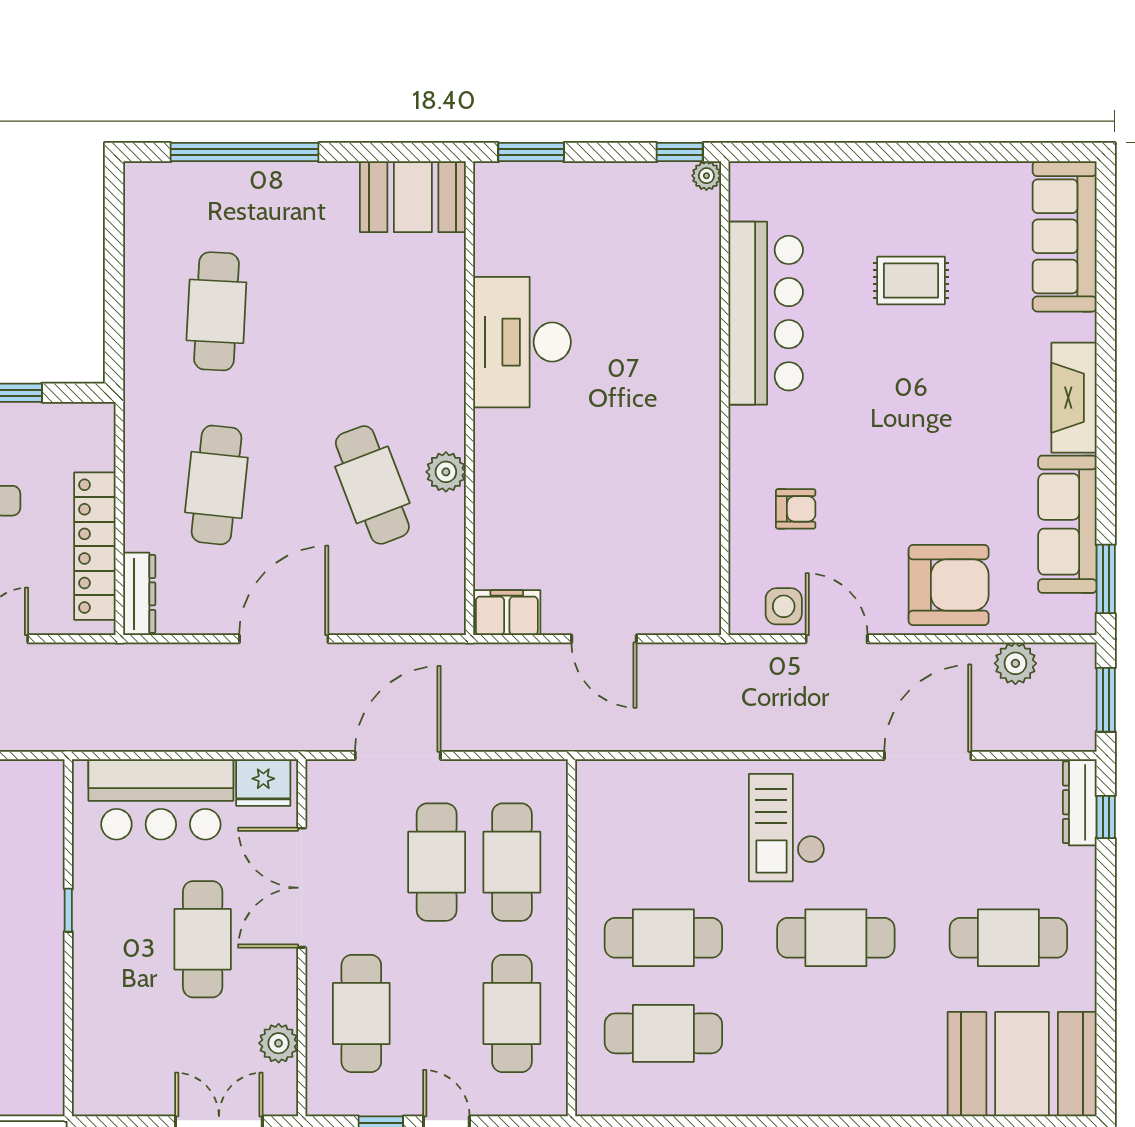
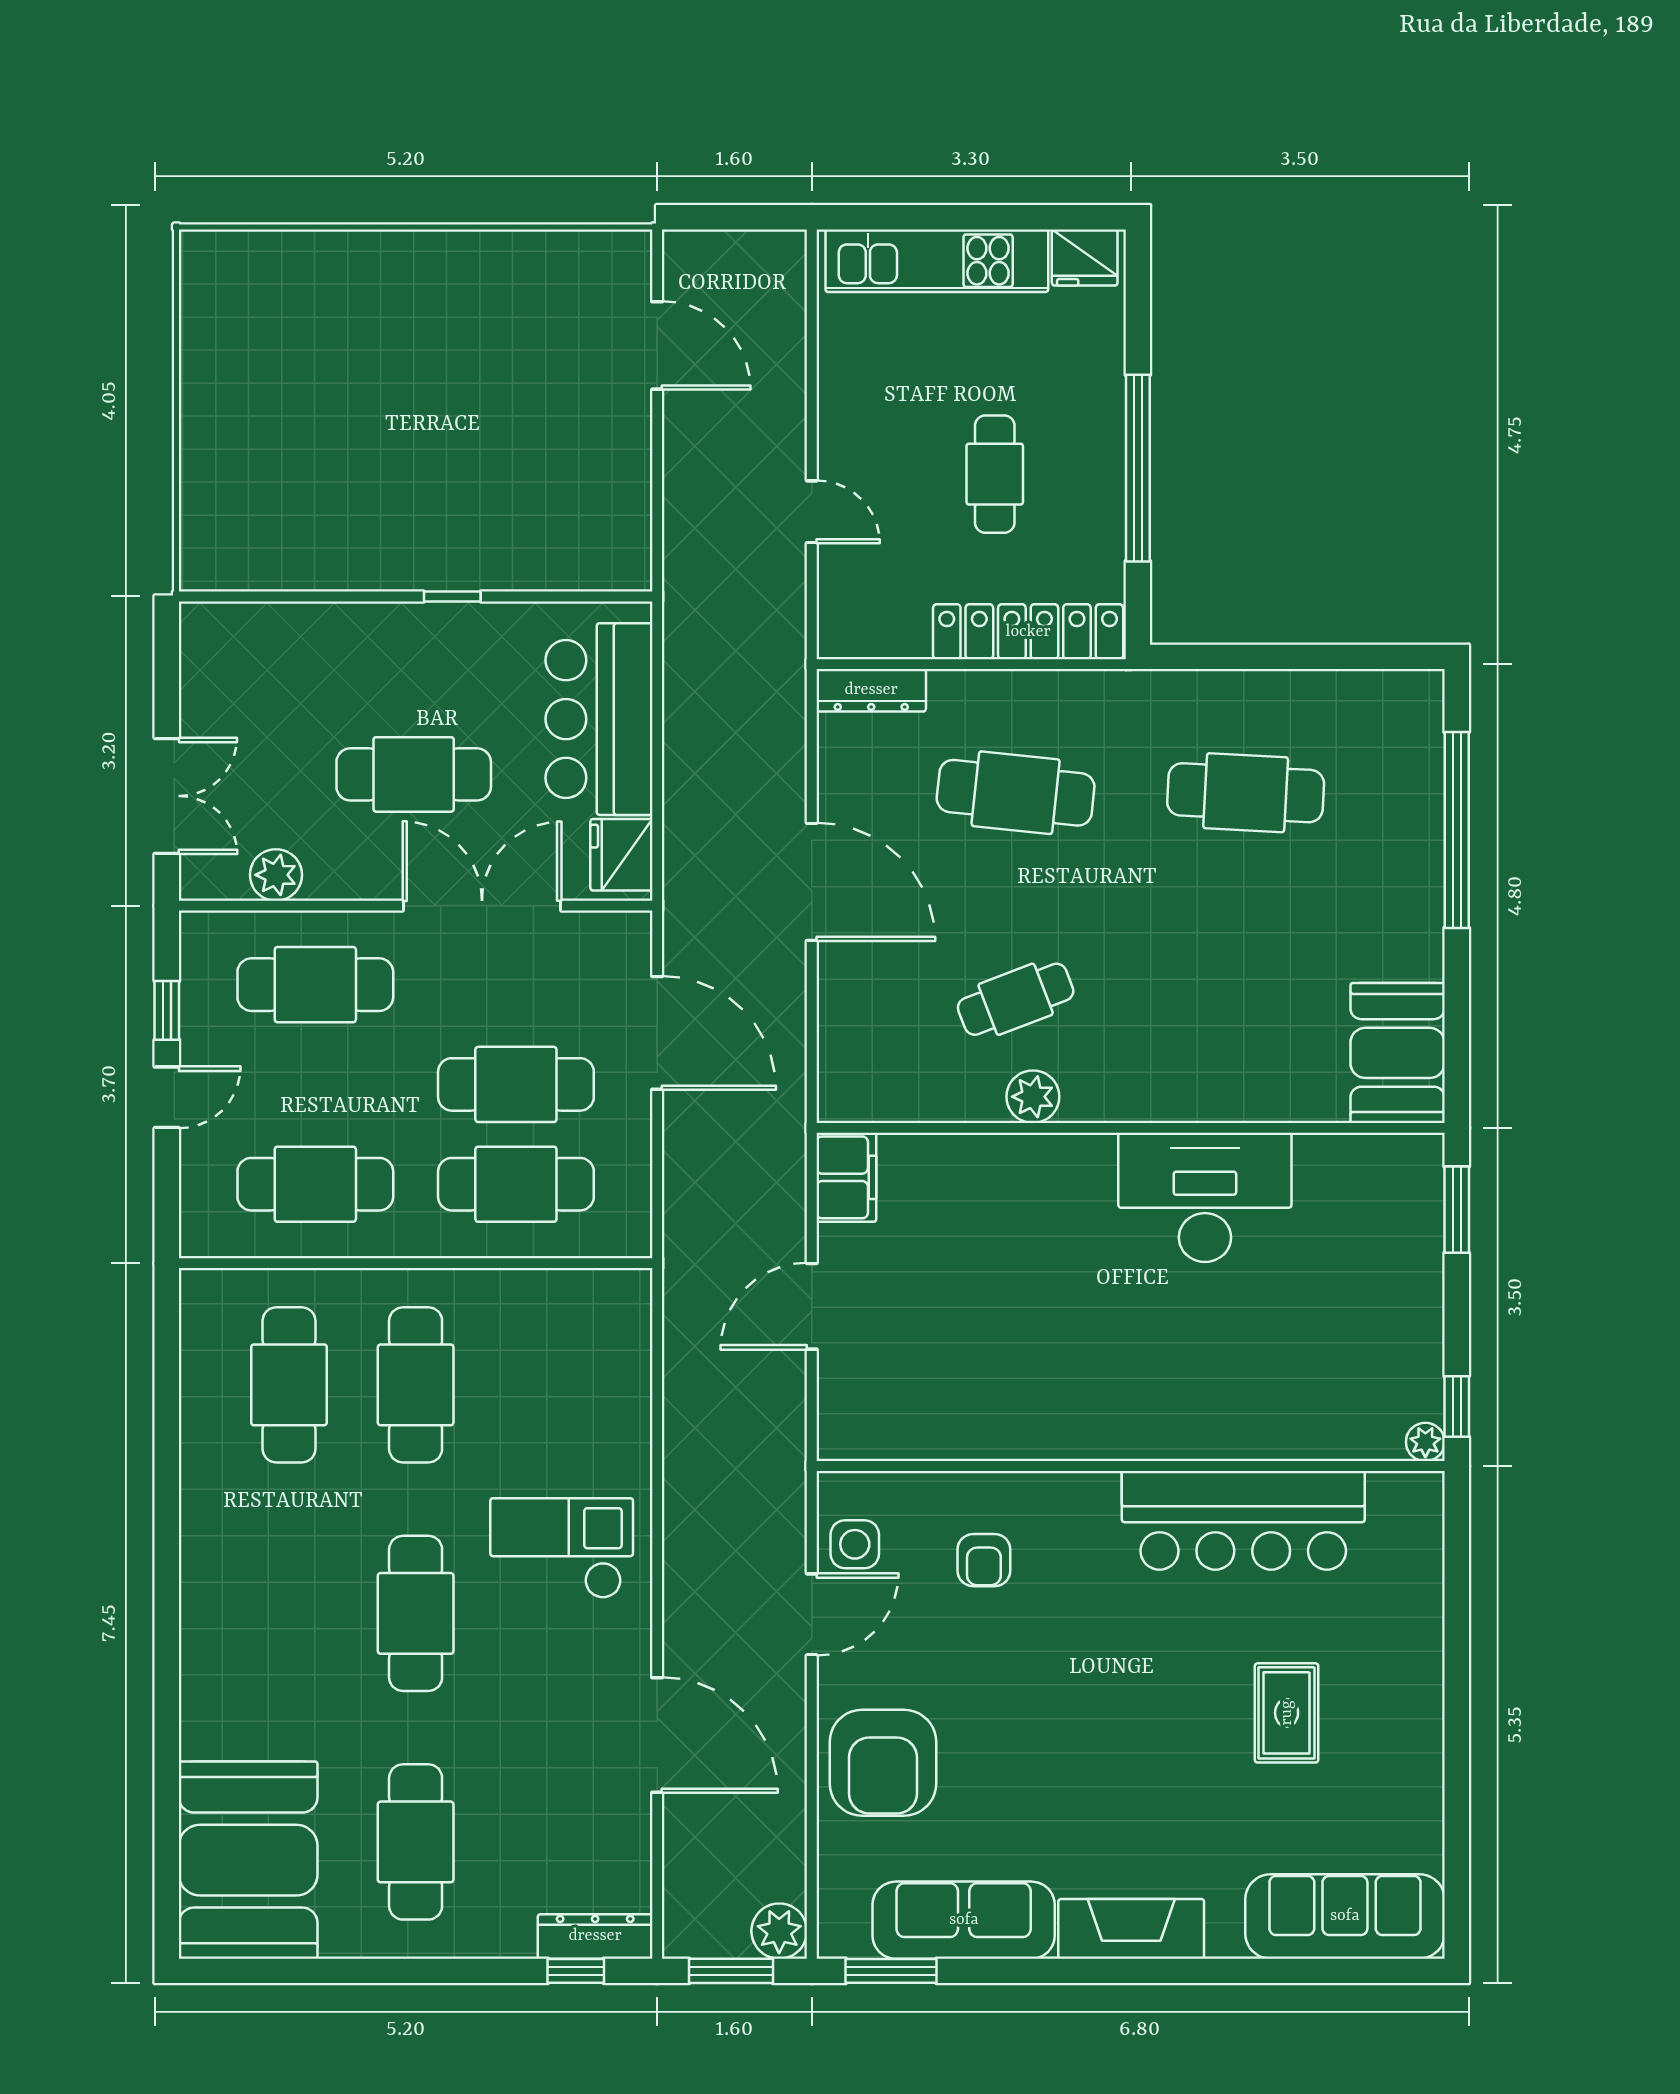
cafe table: (372, 485) -> (1016, 999), width x0.73, depth x0.74
locker: (95, 546) -> (1028, 632), moved
plant: (1015, 663) -> (779, 1931), moved

